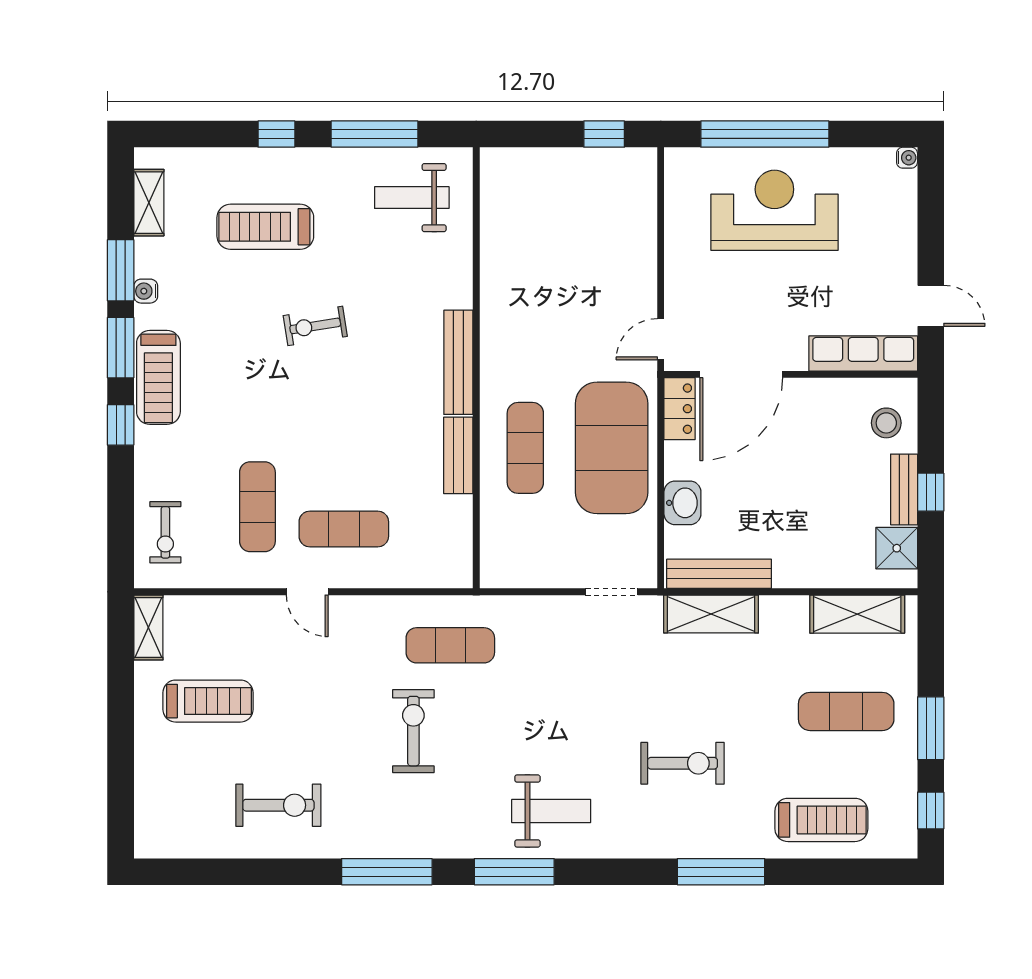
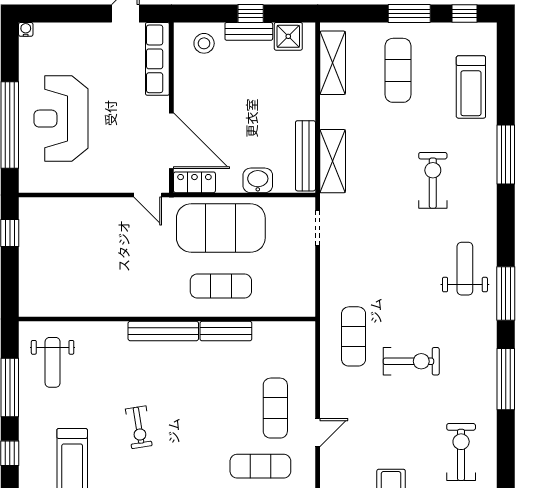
exercise bike: (413, 731) -> (411, 361), turned 180
treadmill: (821, 820) -> (471, 87), turned 180

